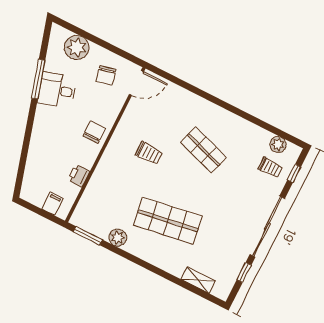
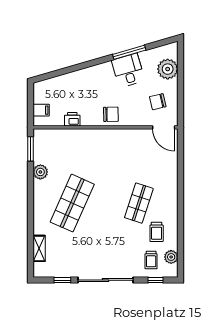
trolley: (149, 153) -> (157, 232), moved
shop shelf: (168, 221) -> (72, 203), turned 33

